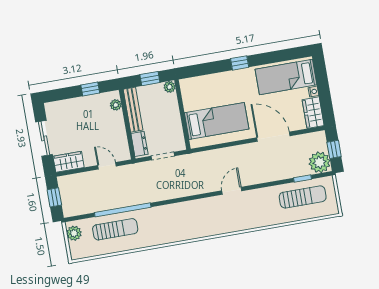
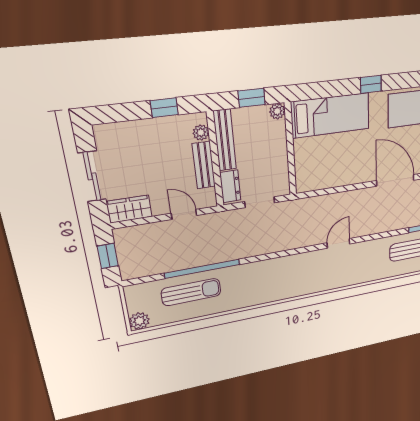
bed: (217, 121) -> (331, 115), moved
bench: (119, 128) -> (204, 165), added
plant: (74, 233) -> (139, 321), moved

